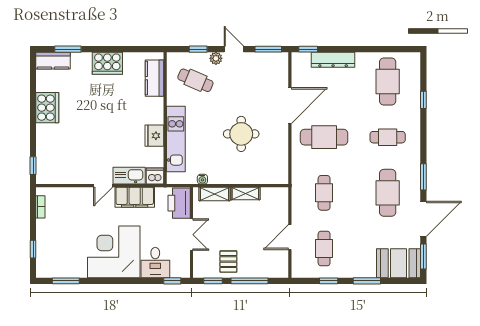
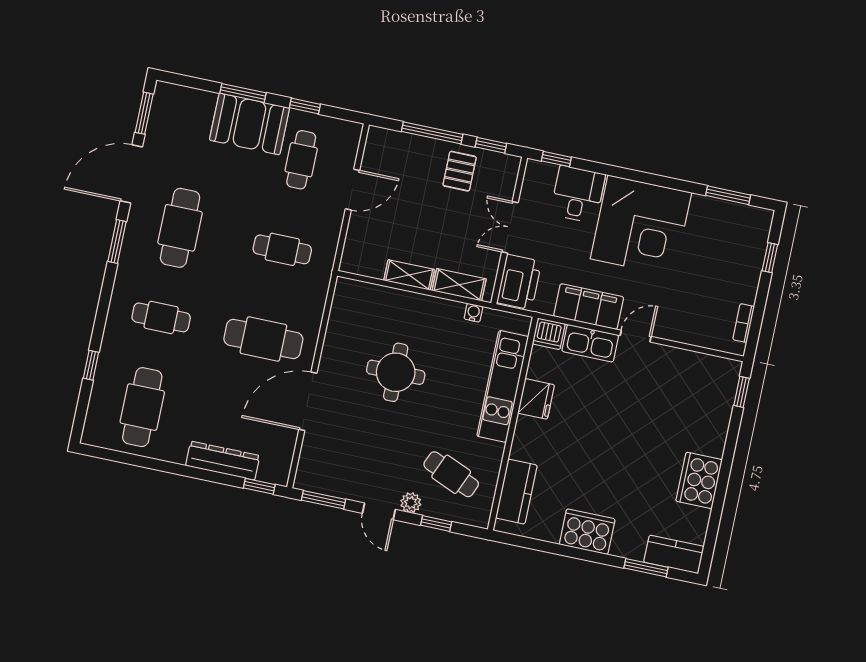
cafe table: (324, 193) -> (282, 249), turned 90
booth: (399, 263) -> (249, 124), moved

